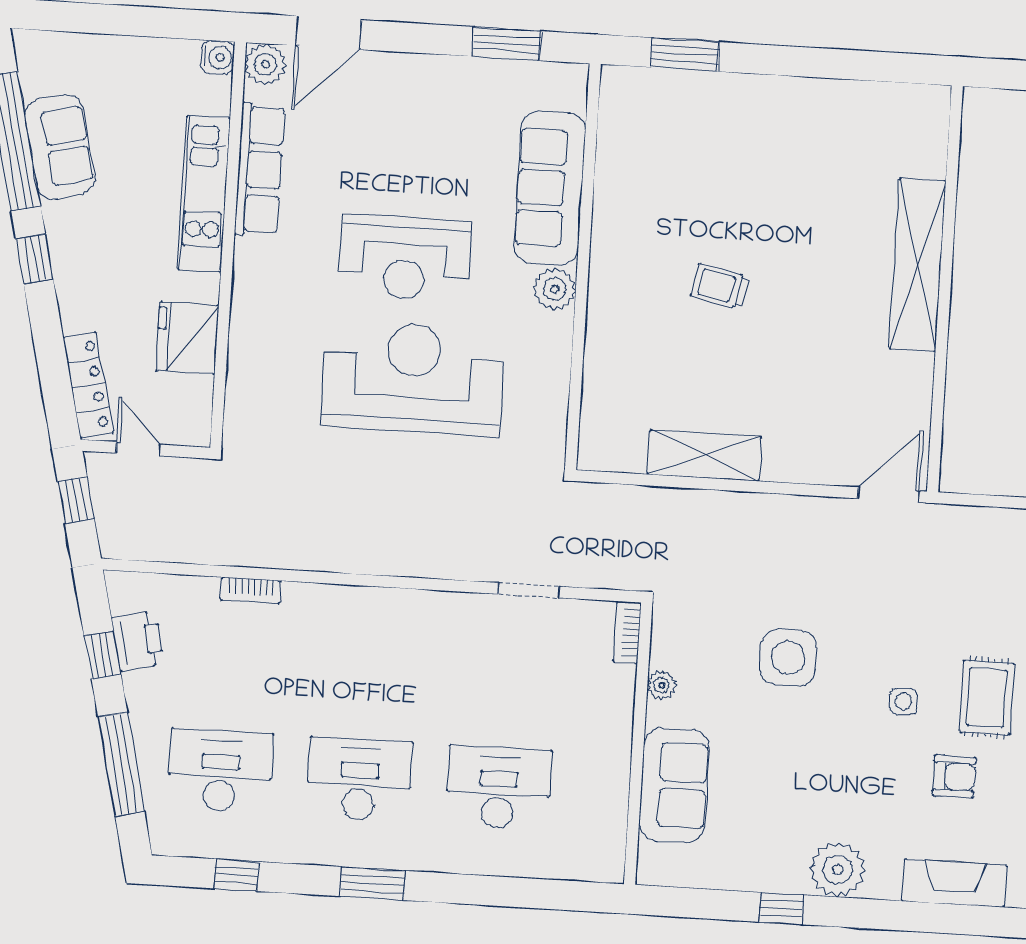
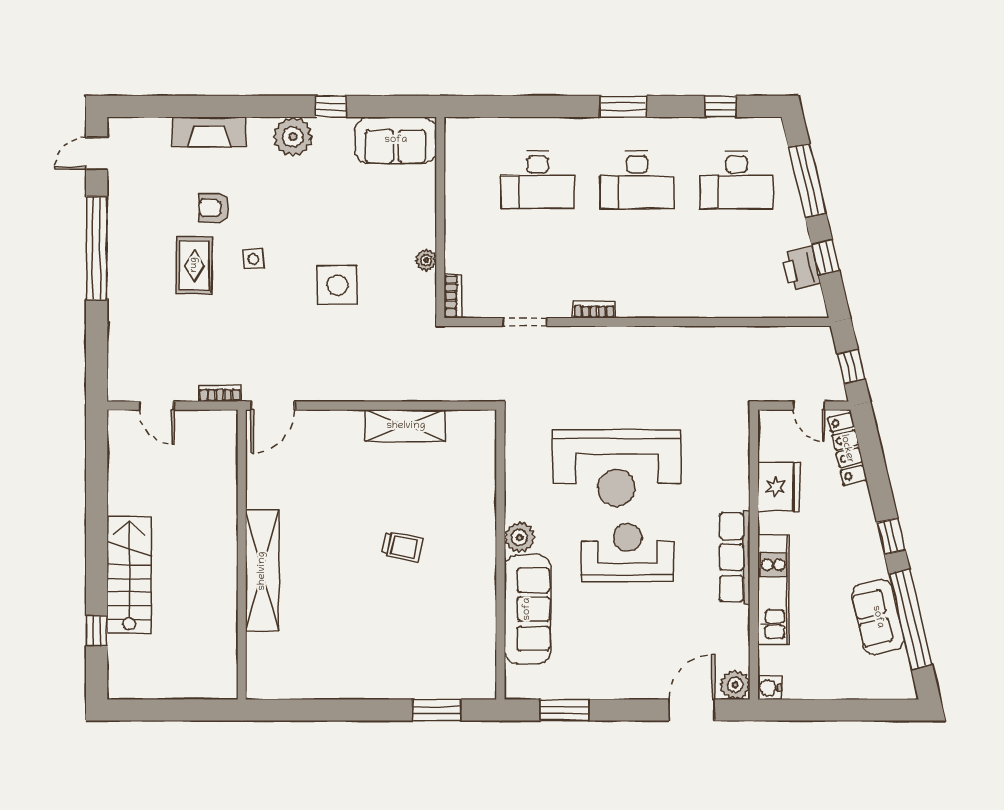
row of seats: (260, 169) -> (735, 557), moved
bookcase: (962, 517) -> (220, 393), added
bookcase: (251, 590) -> (594, 310), moved
sofa: (674, 785) -> (396, 140), moved, turned -90

